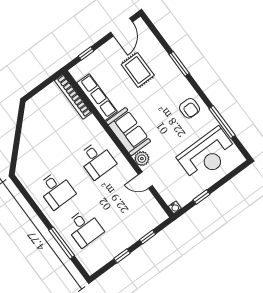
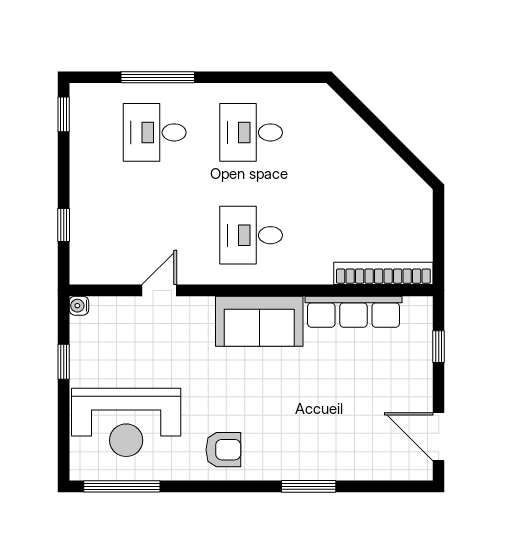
rug: (138, 70) -> (349, 411), removed
armchair: (189, 108) -> (223, 450), turned 180
window: (222, 122) -> (122, 486), moved
reception desk: (207, 155) -> (126, 422), turned -90
plant: (142, 159) -> (199, 311), removed
window: (122, 256) -> (64, 114), moved

